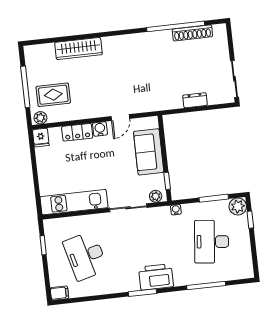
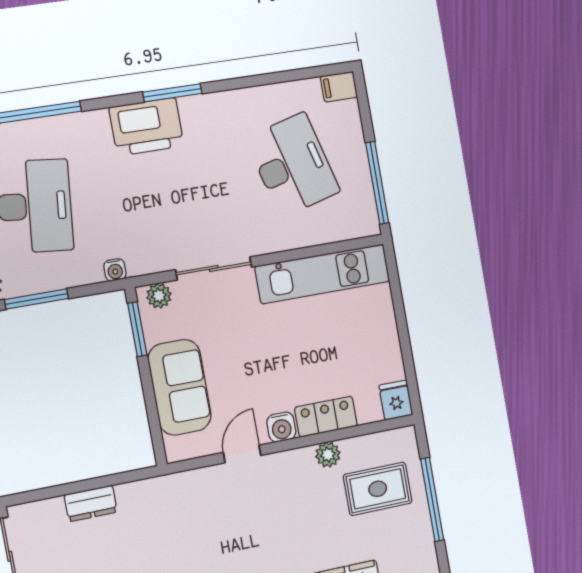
plant: (40, 118) -> (328, 455), moved
window: (167, 181) -> (137, 329), width x1.50
window: (43, 245) -> (377, 183), width x2.17

